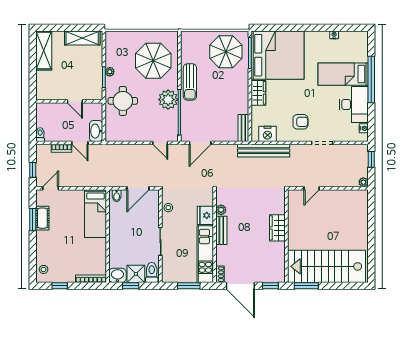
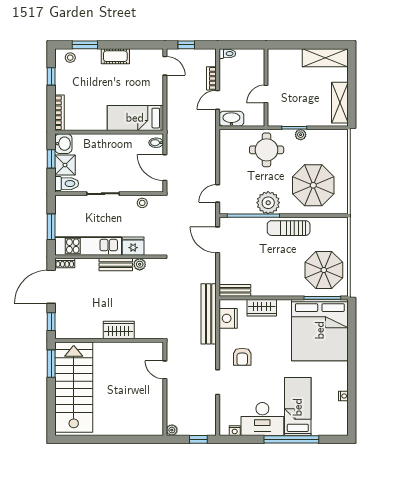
wardrobe: (258, 93) -> (262, 308), moved
cot: (42, 218) -> (115, 56), moved
window: (33, 220) -> (85, 45), moved

